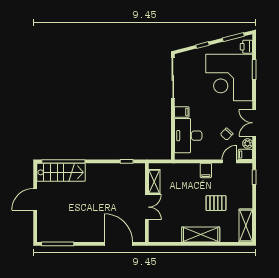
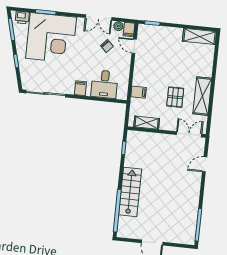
desk: (188, 136) -> (104, 84), width x0.73
filing cabinet: (206, 170) -> (139, 92), moved
stairs: (61, 172) -> (130, 192), moved
pallet: (216, 203) -> (175, 97), moved
double door: (147, 207) -> (189, 134), moved
shelving: (201, 235) -> (202, 96), moved
door: (119, 244) -> (205, 164), width x0.53

